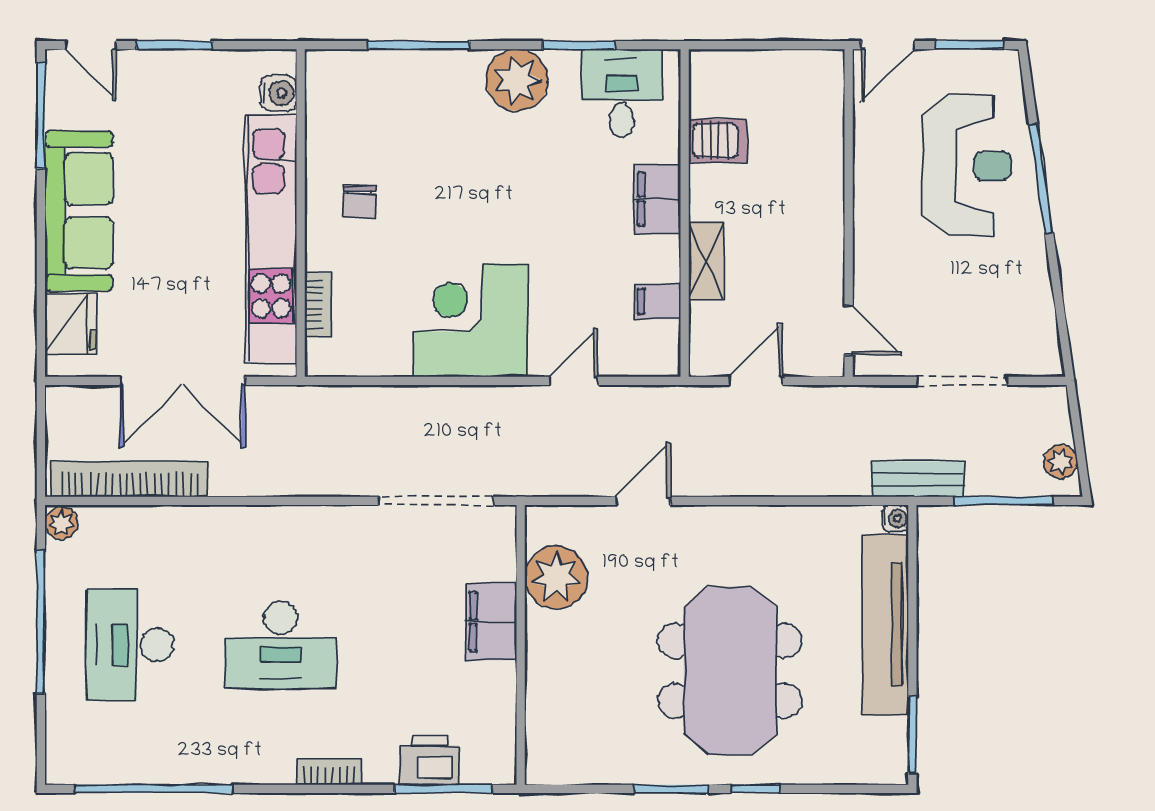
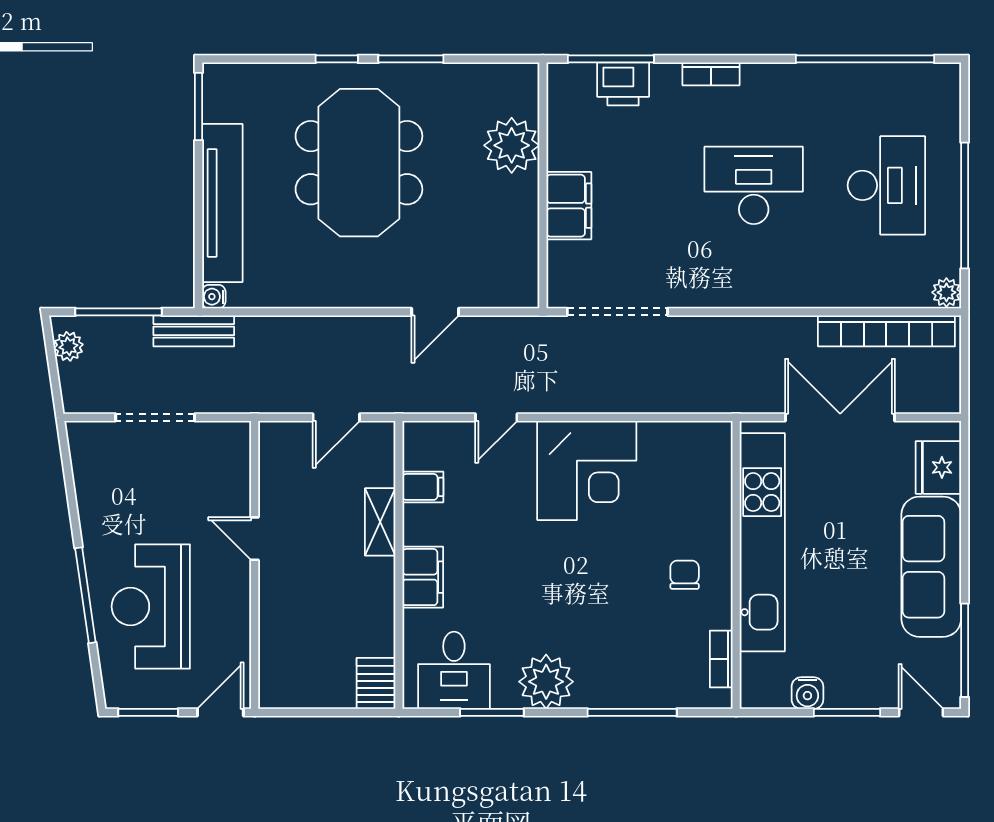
water cooler: (279, 93) -> (807, 693), moved, turned -90
server rack: (718, 141) -> (376, 683), moved, turned 90
bookcase: (318, 305) -> (721, 659), moved
door: (849, 330) -> (255, 539), moved
plant: (556, 577) -> (512, 145), moved

